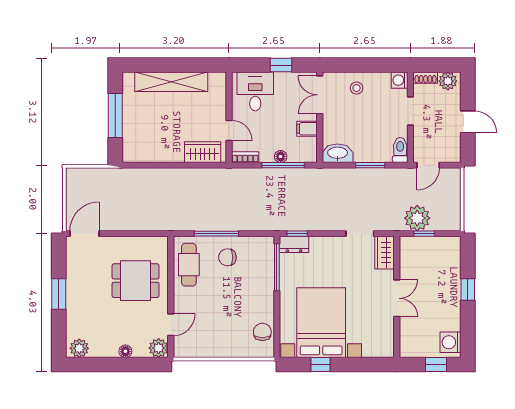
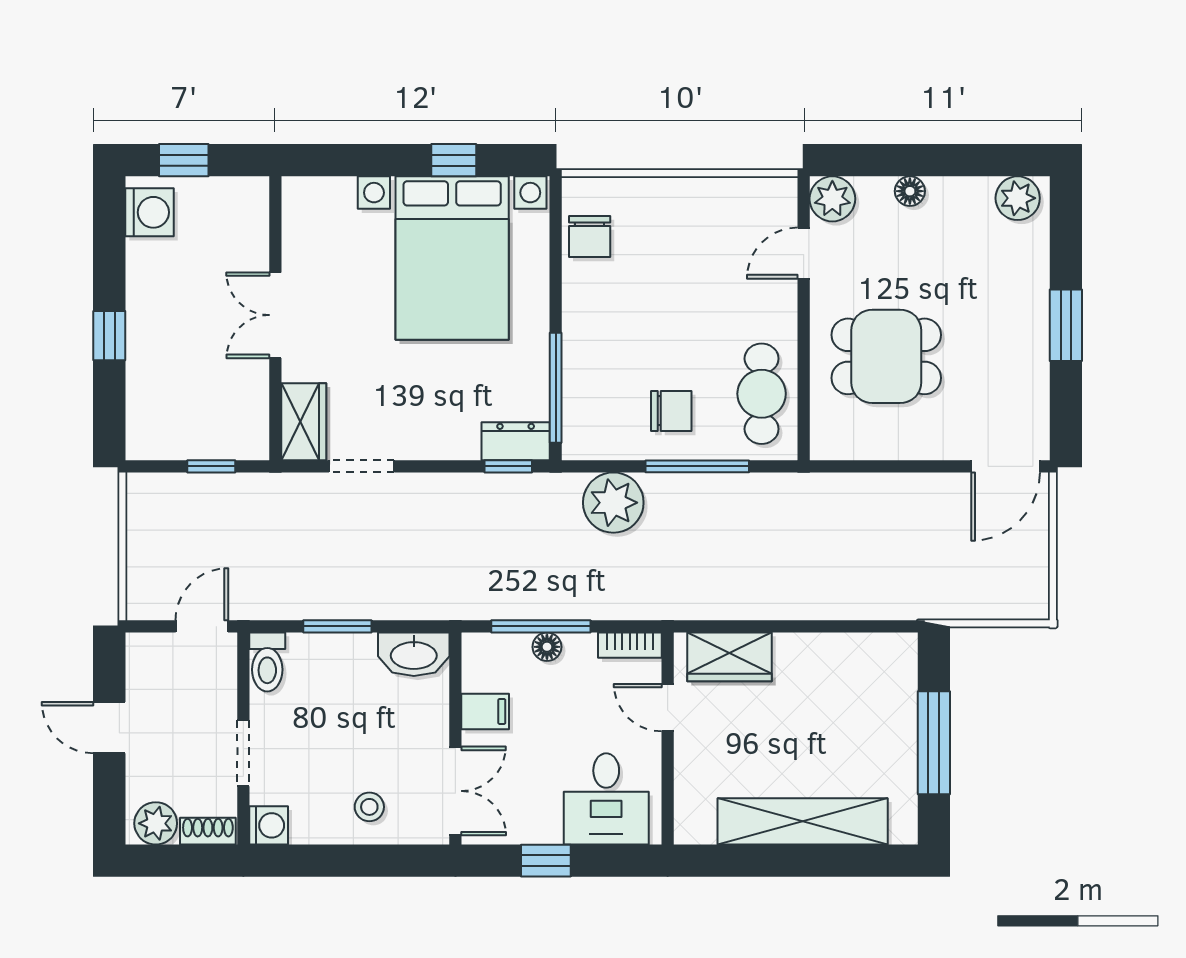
plant: (417, 218) -> (613, 503), moved

